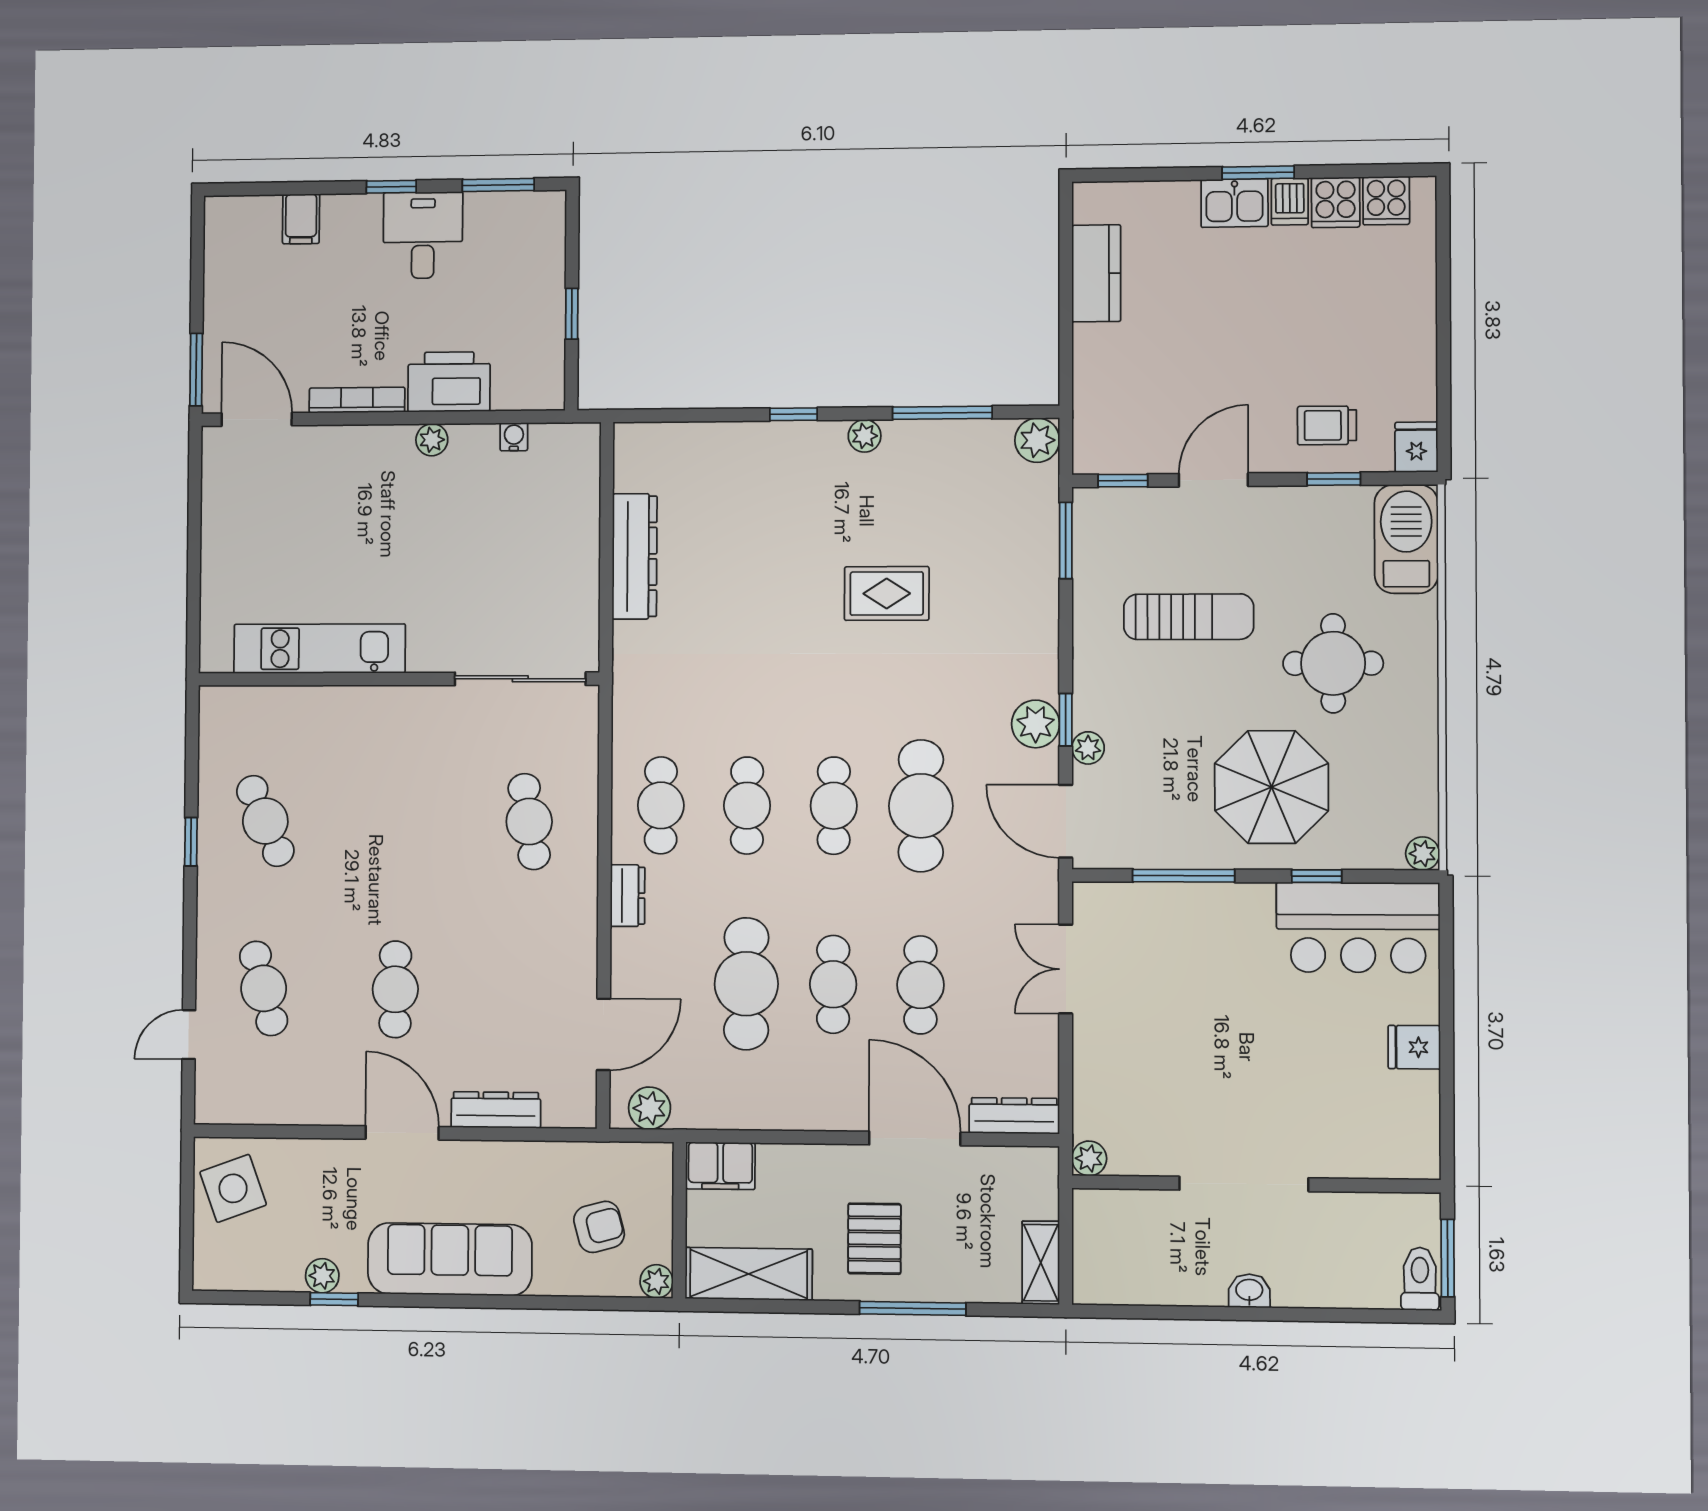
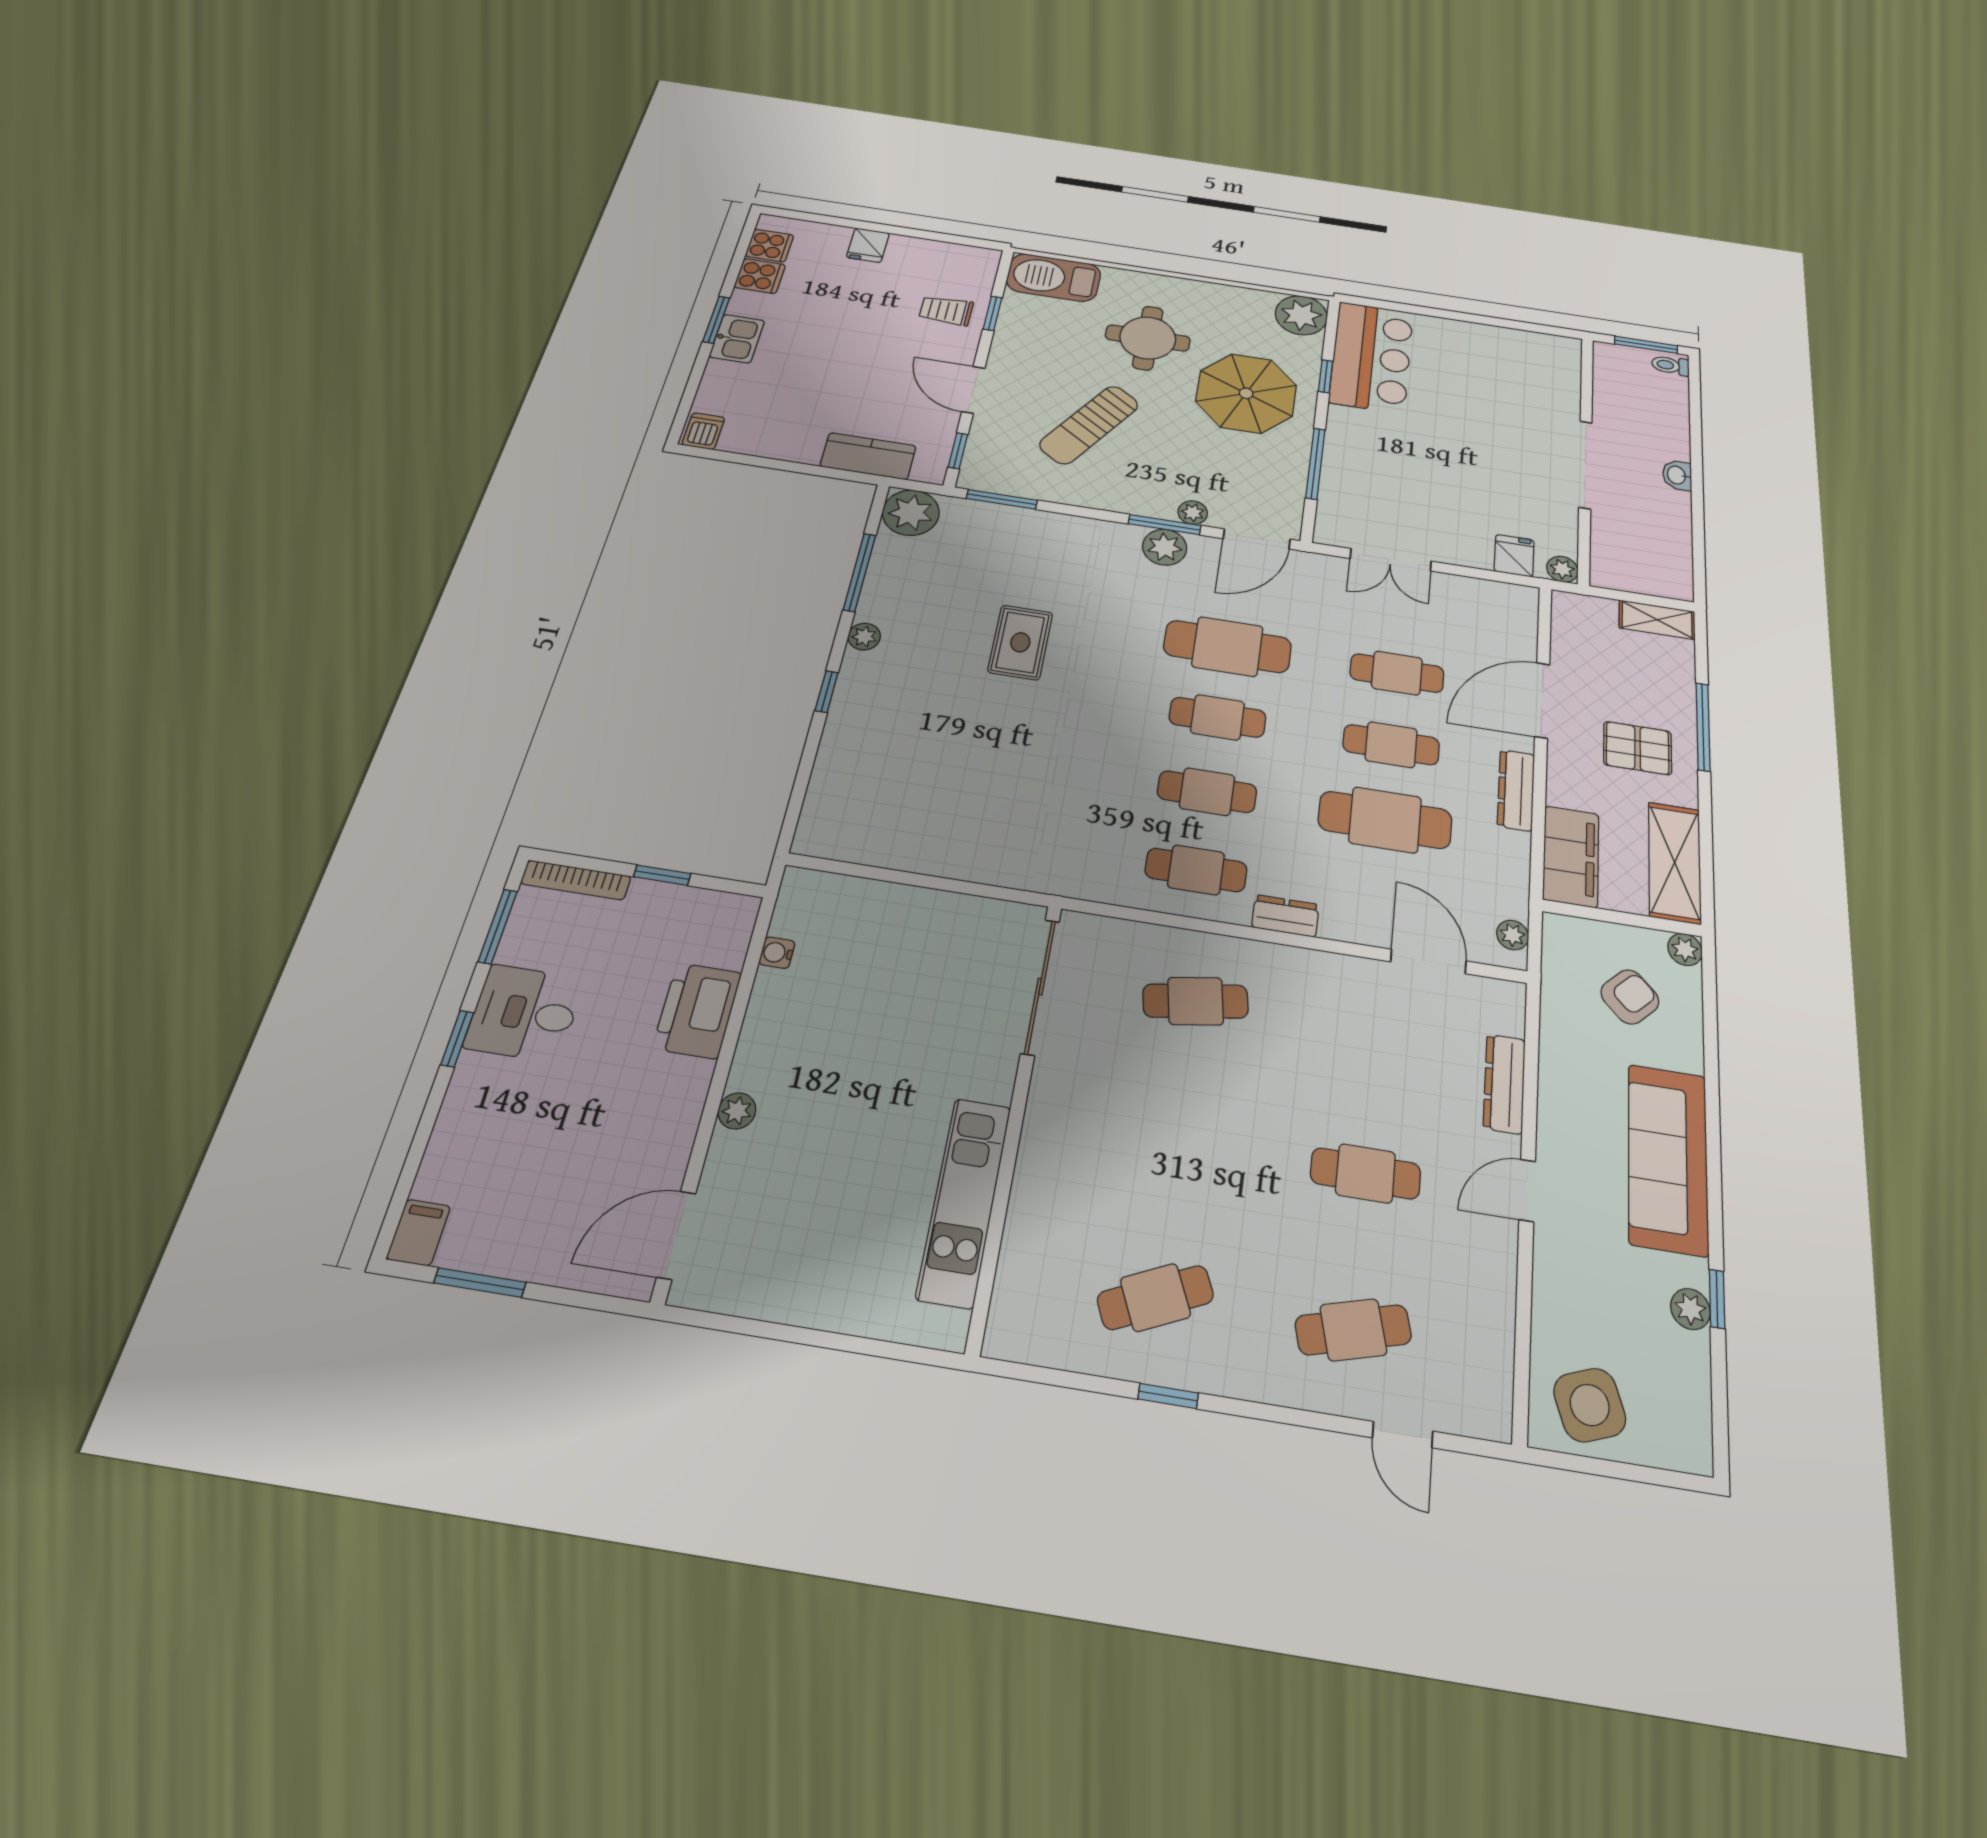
dishwasher: (1290, 202) -> (703, 431), moved, turned -90
filing cabinet: (301, 219) -> (419, 1233), moved, turned -90
kitchen counter: (1096, 273) -> (868, 456), moved
window: (196, 370) -> (480, 1283), moved
bookcase: (357, 400) -> (576, 880), moved, turned -90
trolley: (1327, 425) -> (946, 311), turned 90
plant: (432, 440) -> (737, 1111), moved
plant: (1037, 440) -> (911, 513), width x1.36, depth x1.36
fridge: (1416, 447) -> (868, 245), moved, turned -90
dresser: (635, 556) -> (934, 855), removed
sun lounger: (1189, 617) -> (1089, 425), turned -146
window: (1066, 720) -> (1165, 525), width x1.50
plant: (1423, 854) -> (1301, 315), width x1.88, depth x1.88
fridge: (1414, 1047) -> (1514, 556), moved, turned 180
plant: (650, 1108) -> (1513, 935), width x0.73, depth x0.73
dresser: (1014, 1116) -> (1516, 790), moved
door: (402, 1133) -> (1527, 1190), width x0.73
filing cabinet: (720, 1166) -> (1571, 856), width x1.50, depth x1.17
armchair: (599, 1227) -> (1630, 997), turned 61
toilet: (1420, 1279) -> (1671, 365), width x0.73, depth x0.72

